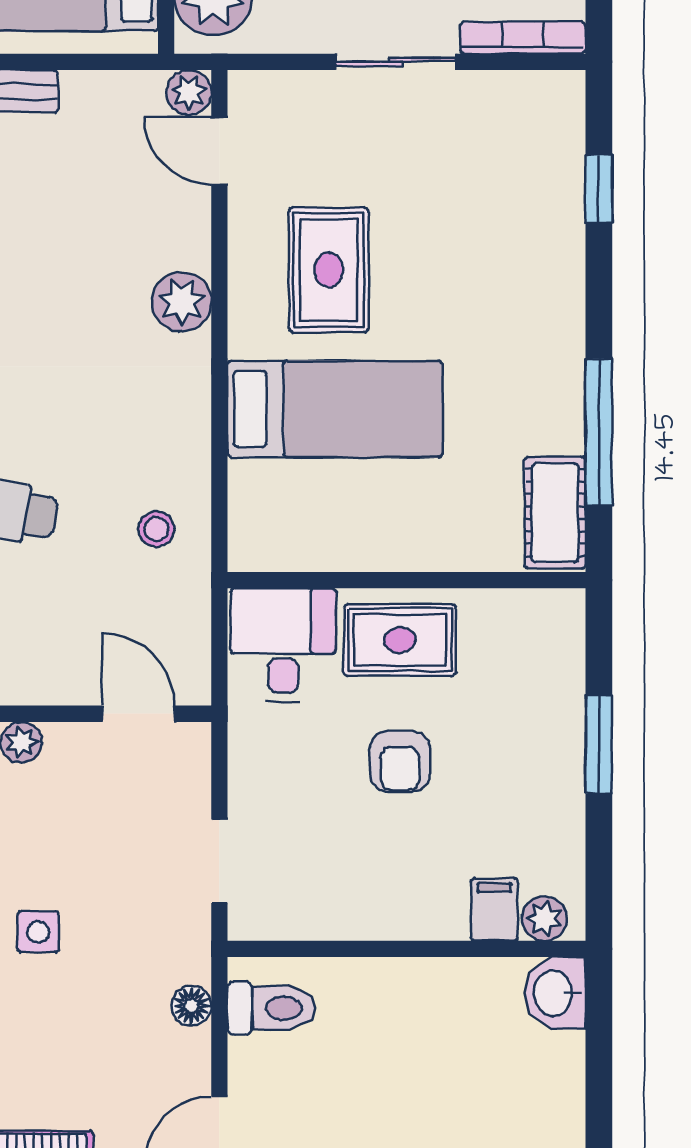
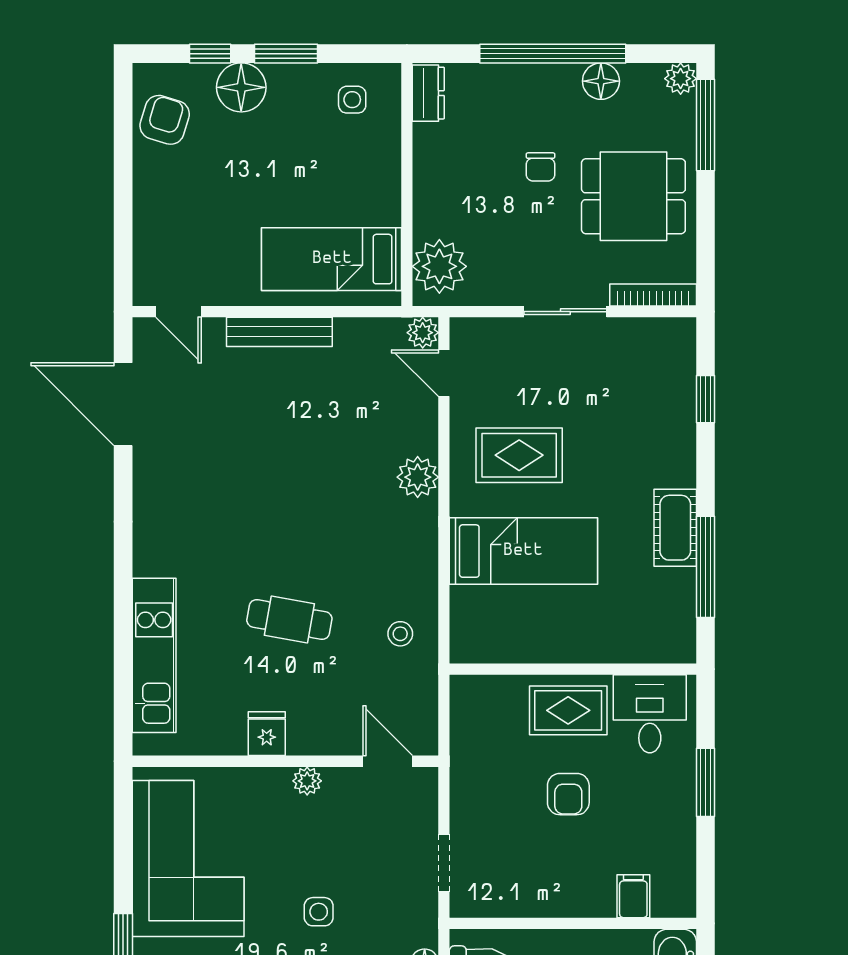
rug: (329, 270) -> (519, 455), turned 90
cot: (555, 513) -> (675, 528), moved
desk: (283, 645) -> (650, 714), moved
plant: (544, 919) -> (668, 902), removed

